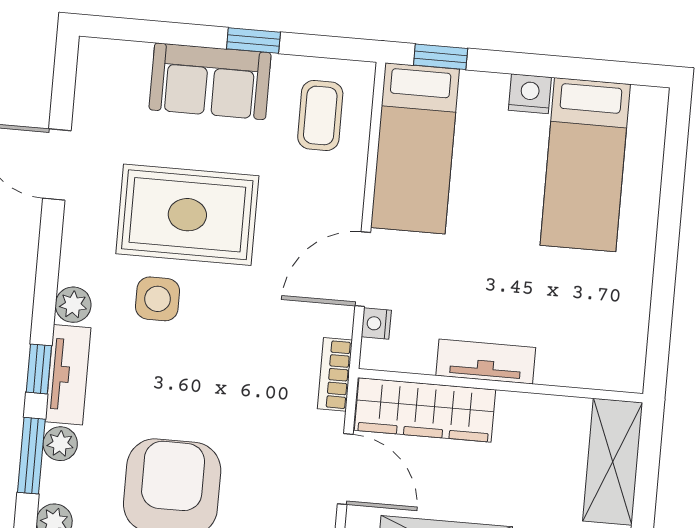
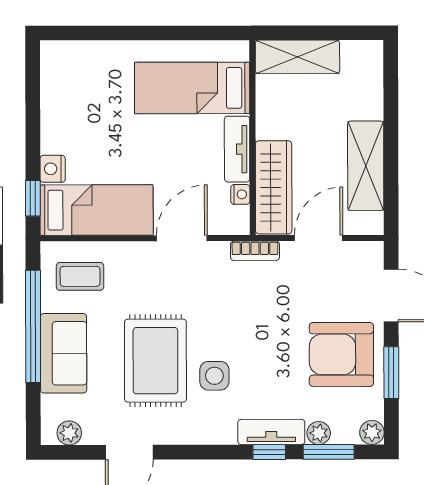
window: (253, 40) -> (33, 326), width x3.17
nightstand: (530, 94) -> (53, 169), moved
bed: (585, 165) -> (192, 88), moved, turned 180
door: (363, 269) -> (182, 238), swing flipped
plant: (73, 305) -> (69, 433), moved
nightstand: (376, 324) -> (240, 194), moved, turned -90

